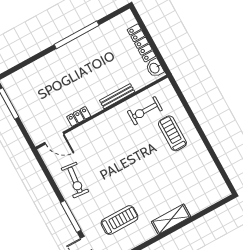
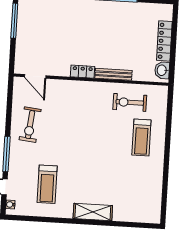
locker: (79, 116) -> (83, 72), moved
treadmill: (172, 133) -> (141, 137), turned 180
treadmill: (119, 220) -> (47, 184), turned 90

